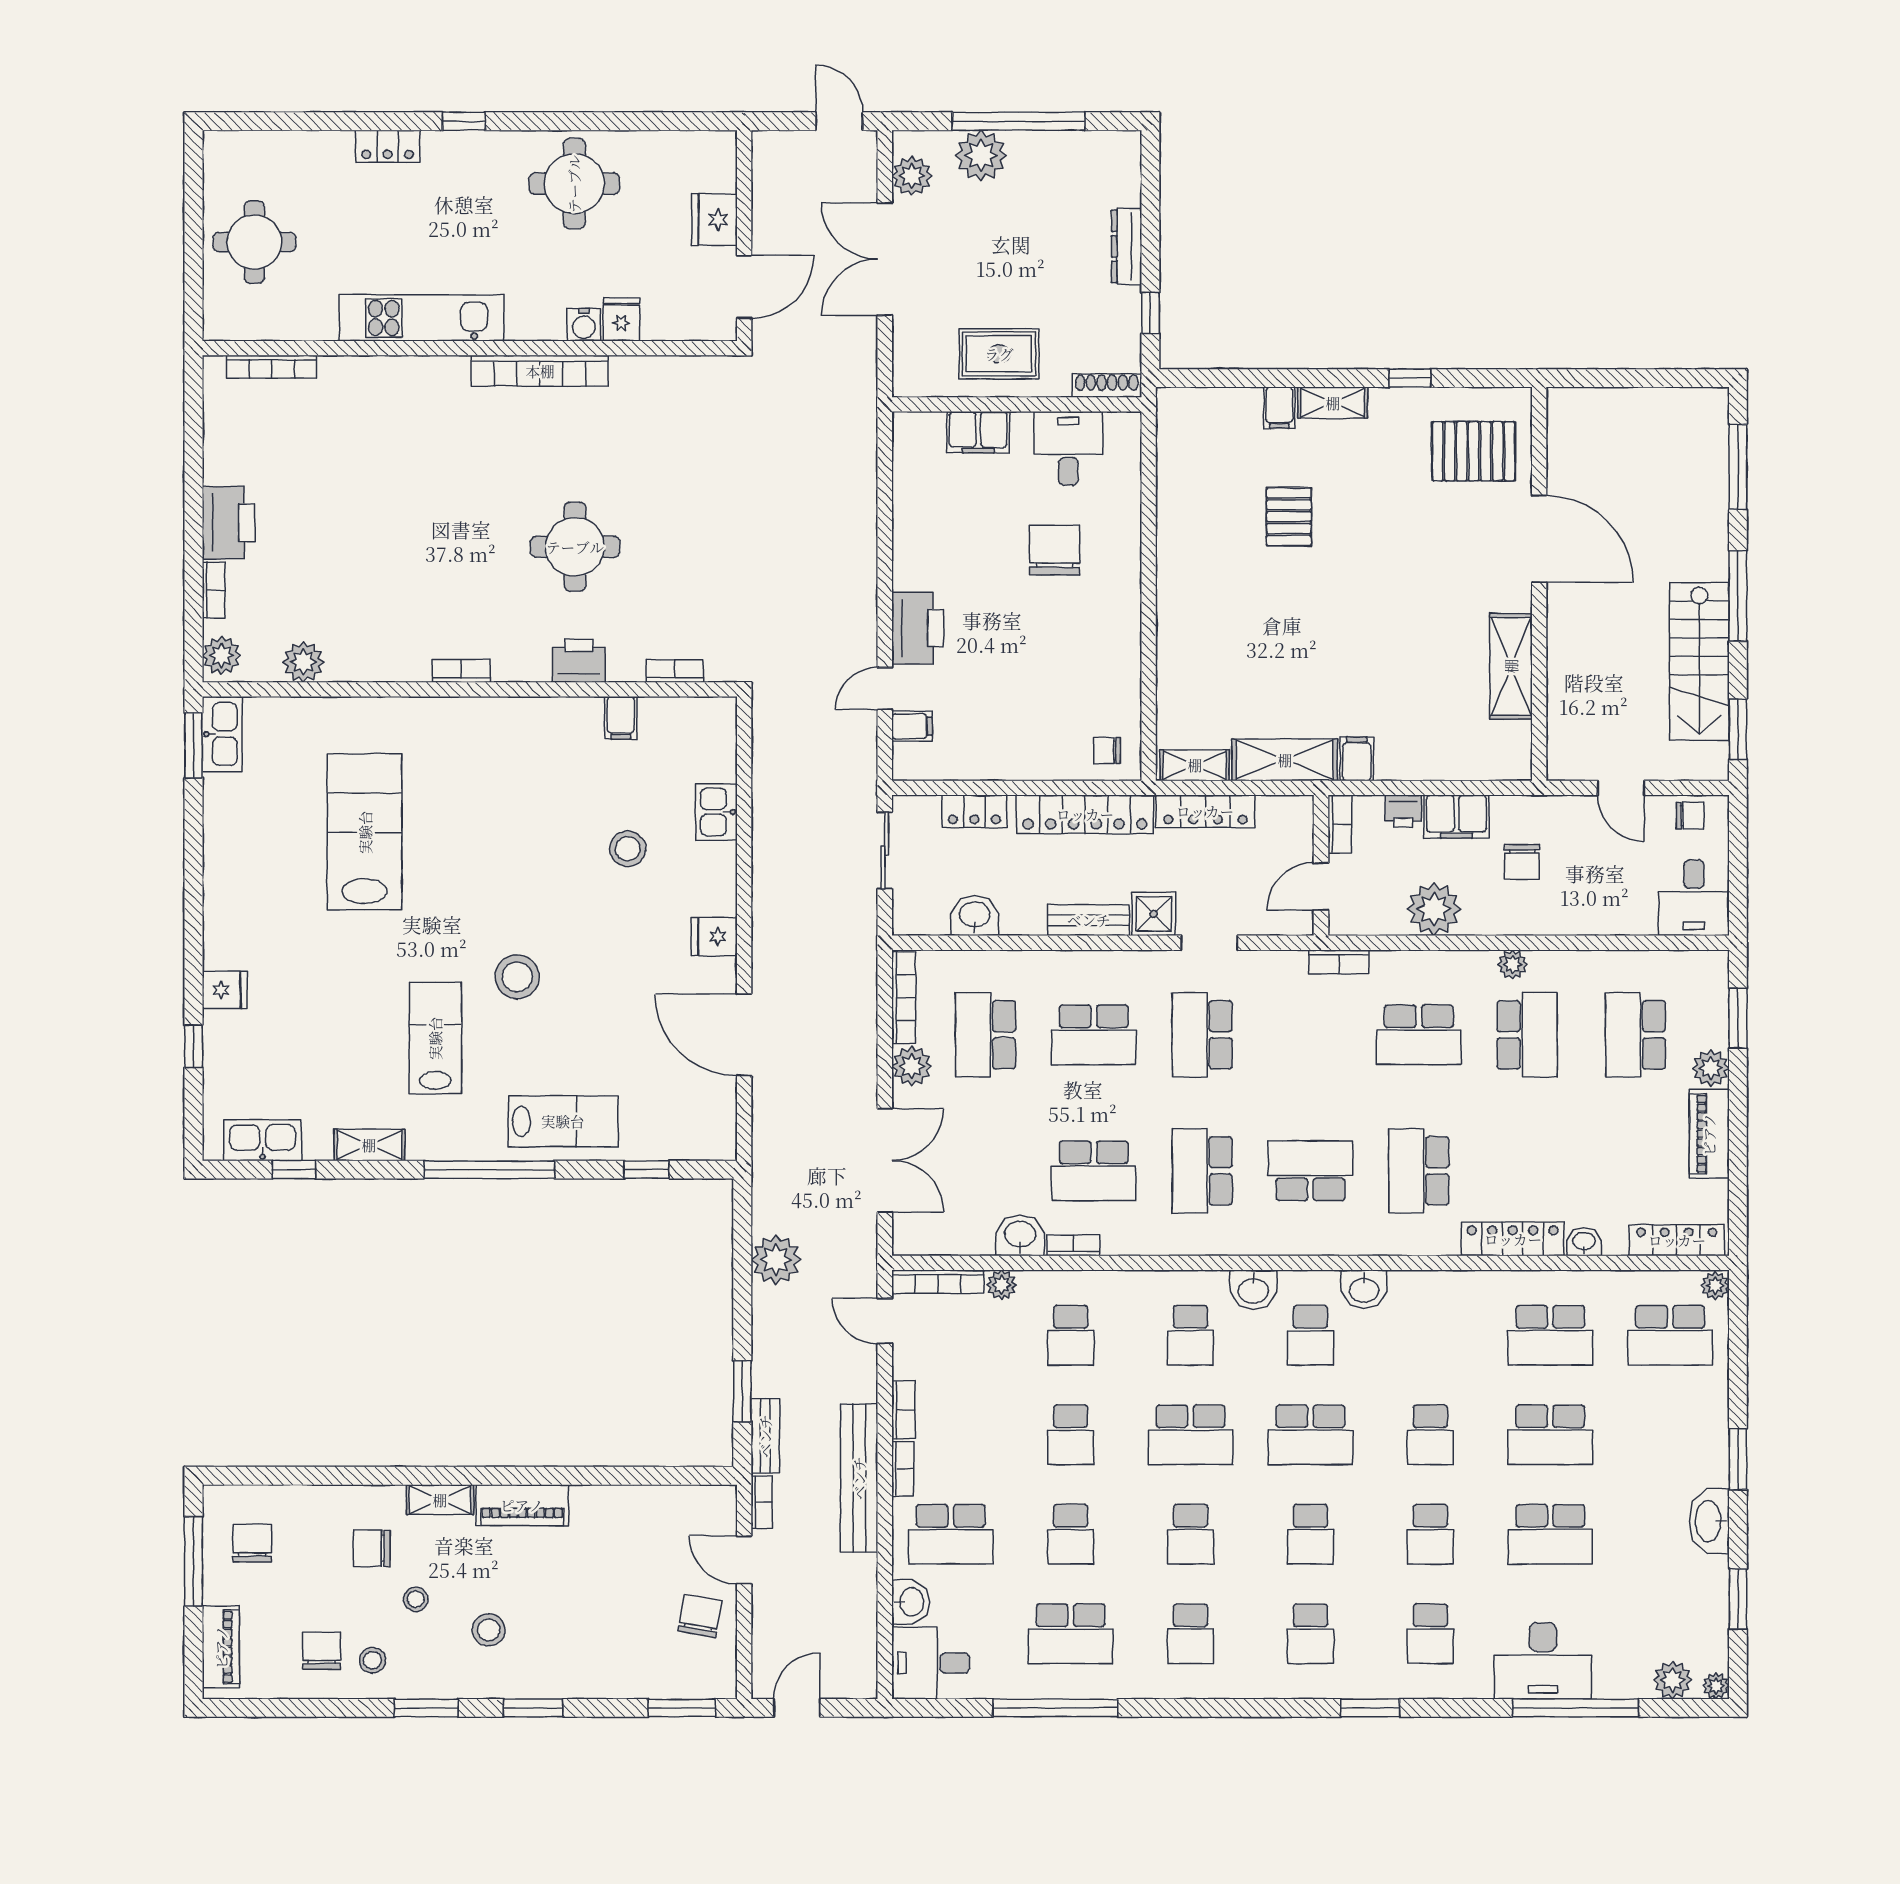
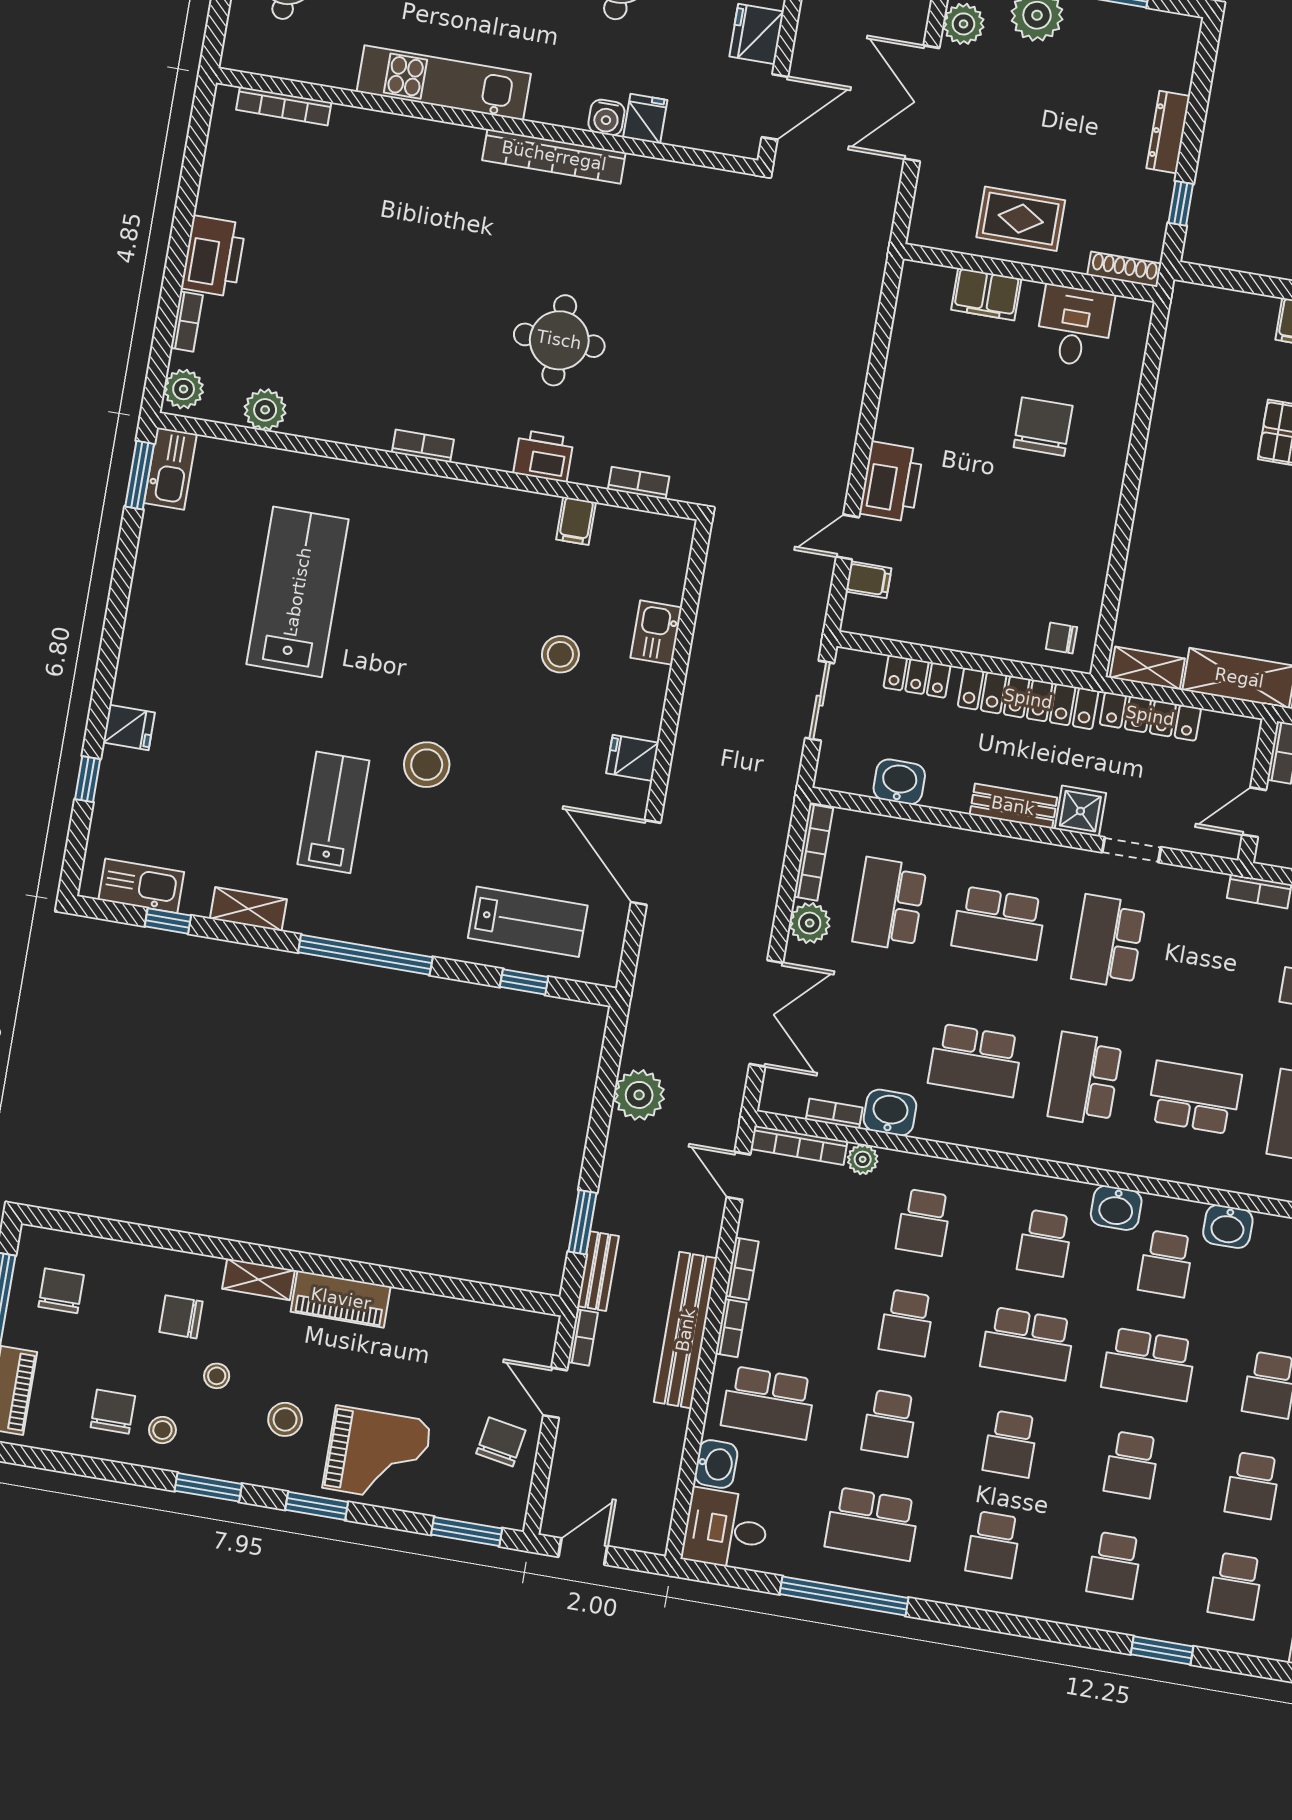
lab bench: (563, 1121) -> (528, 922), moved
bookcase: (1074, 1245) -> (834, 1113), moved
grand piano: (583, 1649) -> (377, 1455), added

